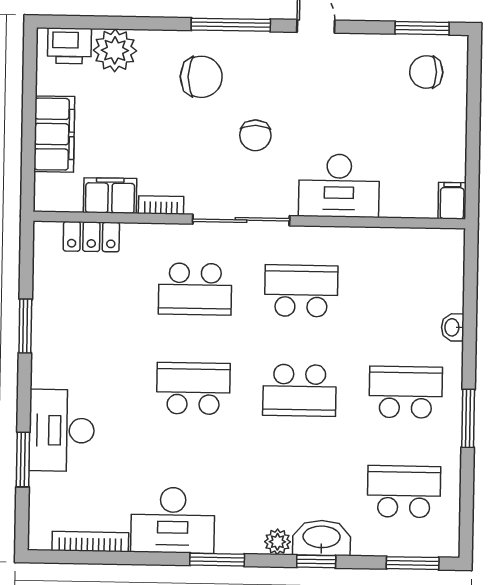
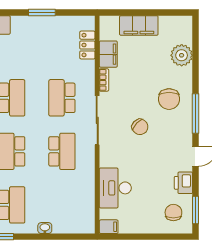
printer: (69, 46) -> (183, 183), moved
chair: (255, 135) -> (140, 127), turned -136
desk: (339, 186) -> (115, 188), moved

